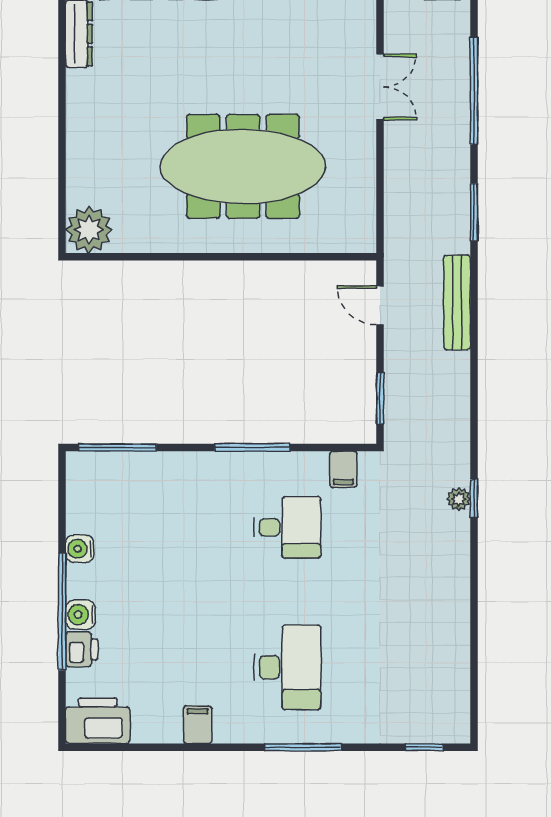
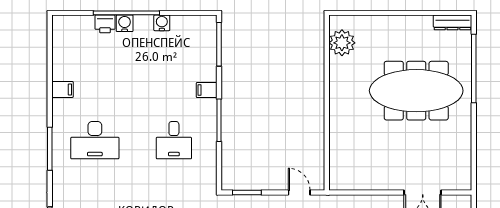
meeting table: (243, 166) -> (416, 91), moved, turned 90
plant: (89, 230) -> (342, 43), moved
door: (380, 305) -> (299, 192), hinge flipped
filing cabinet: (343, 469) -> (207, 90), moved
printer: (98, 721) -> (65, 33), removed

